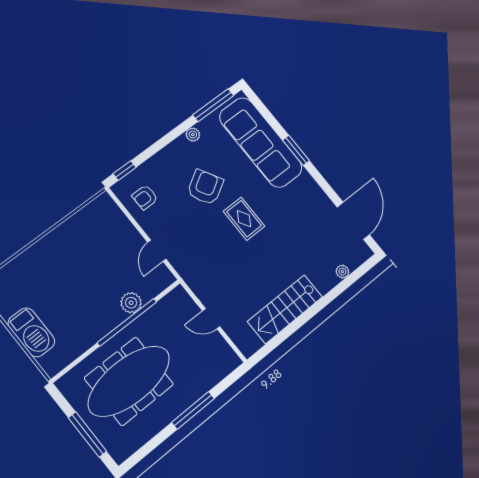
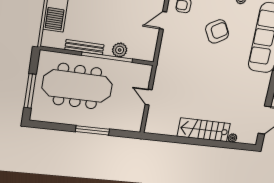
rug: (244, 219) -> (217, 66), removed
door: (157, 251) -> (163, 20), moved
stairs: (285, 309) -> (204, 130), moved
bench: (94, 336) -> (84, 47), added

